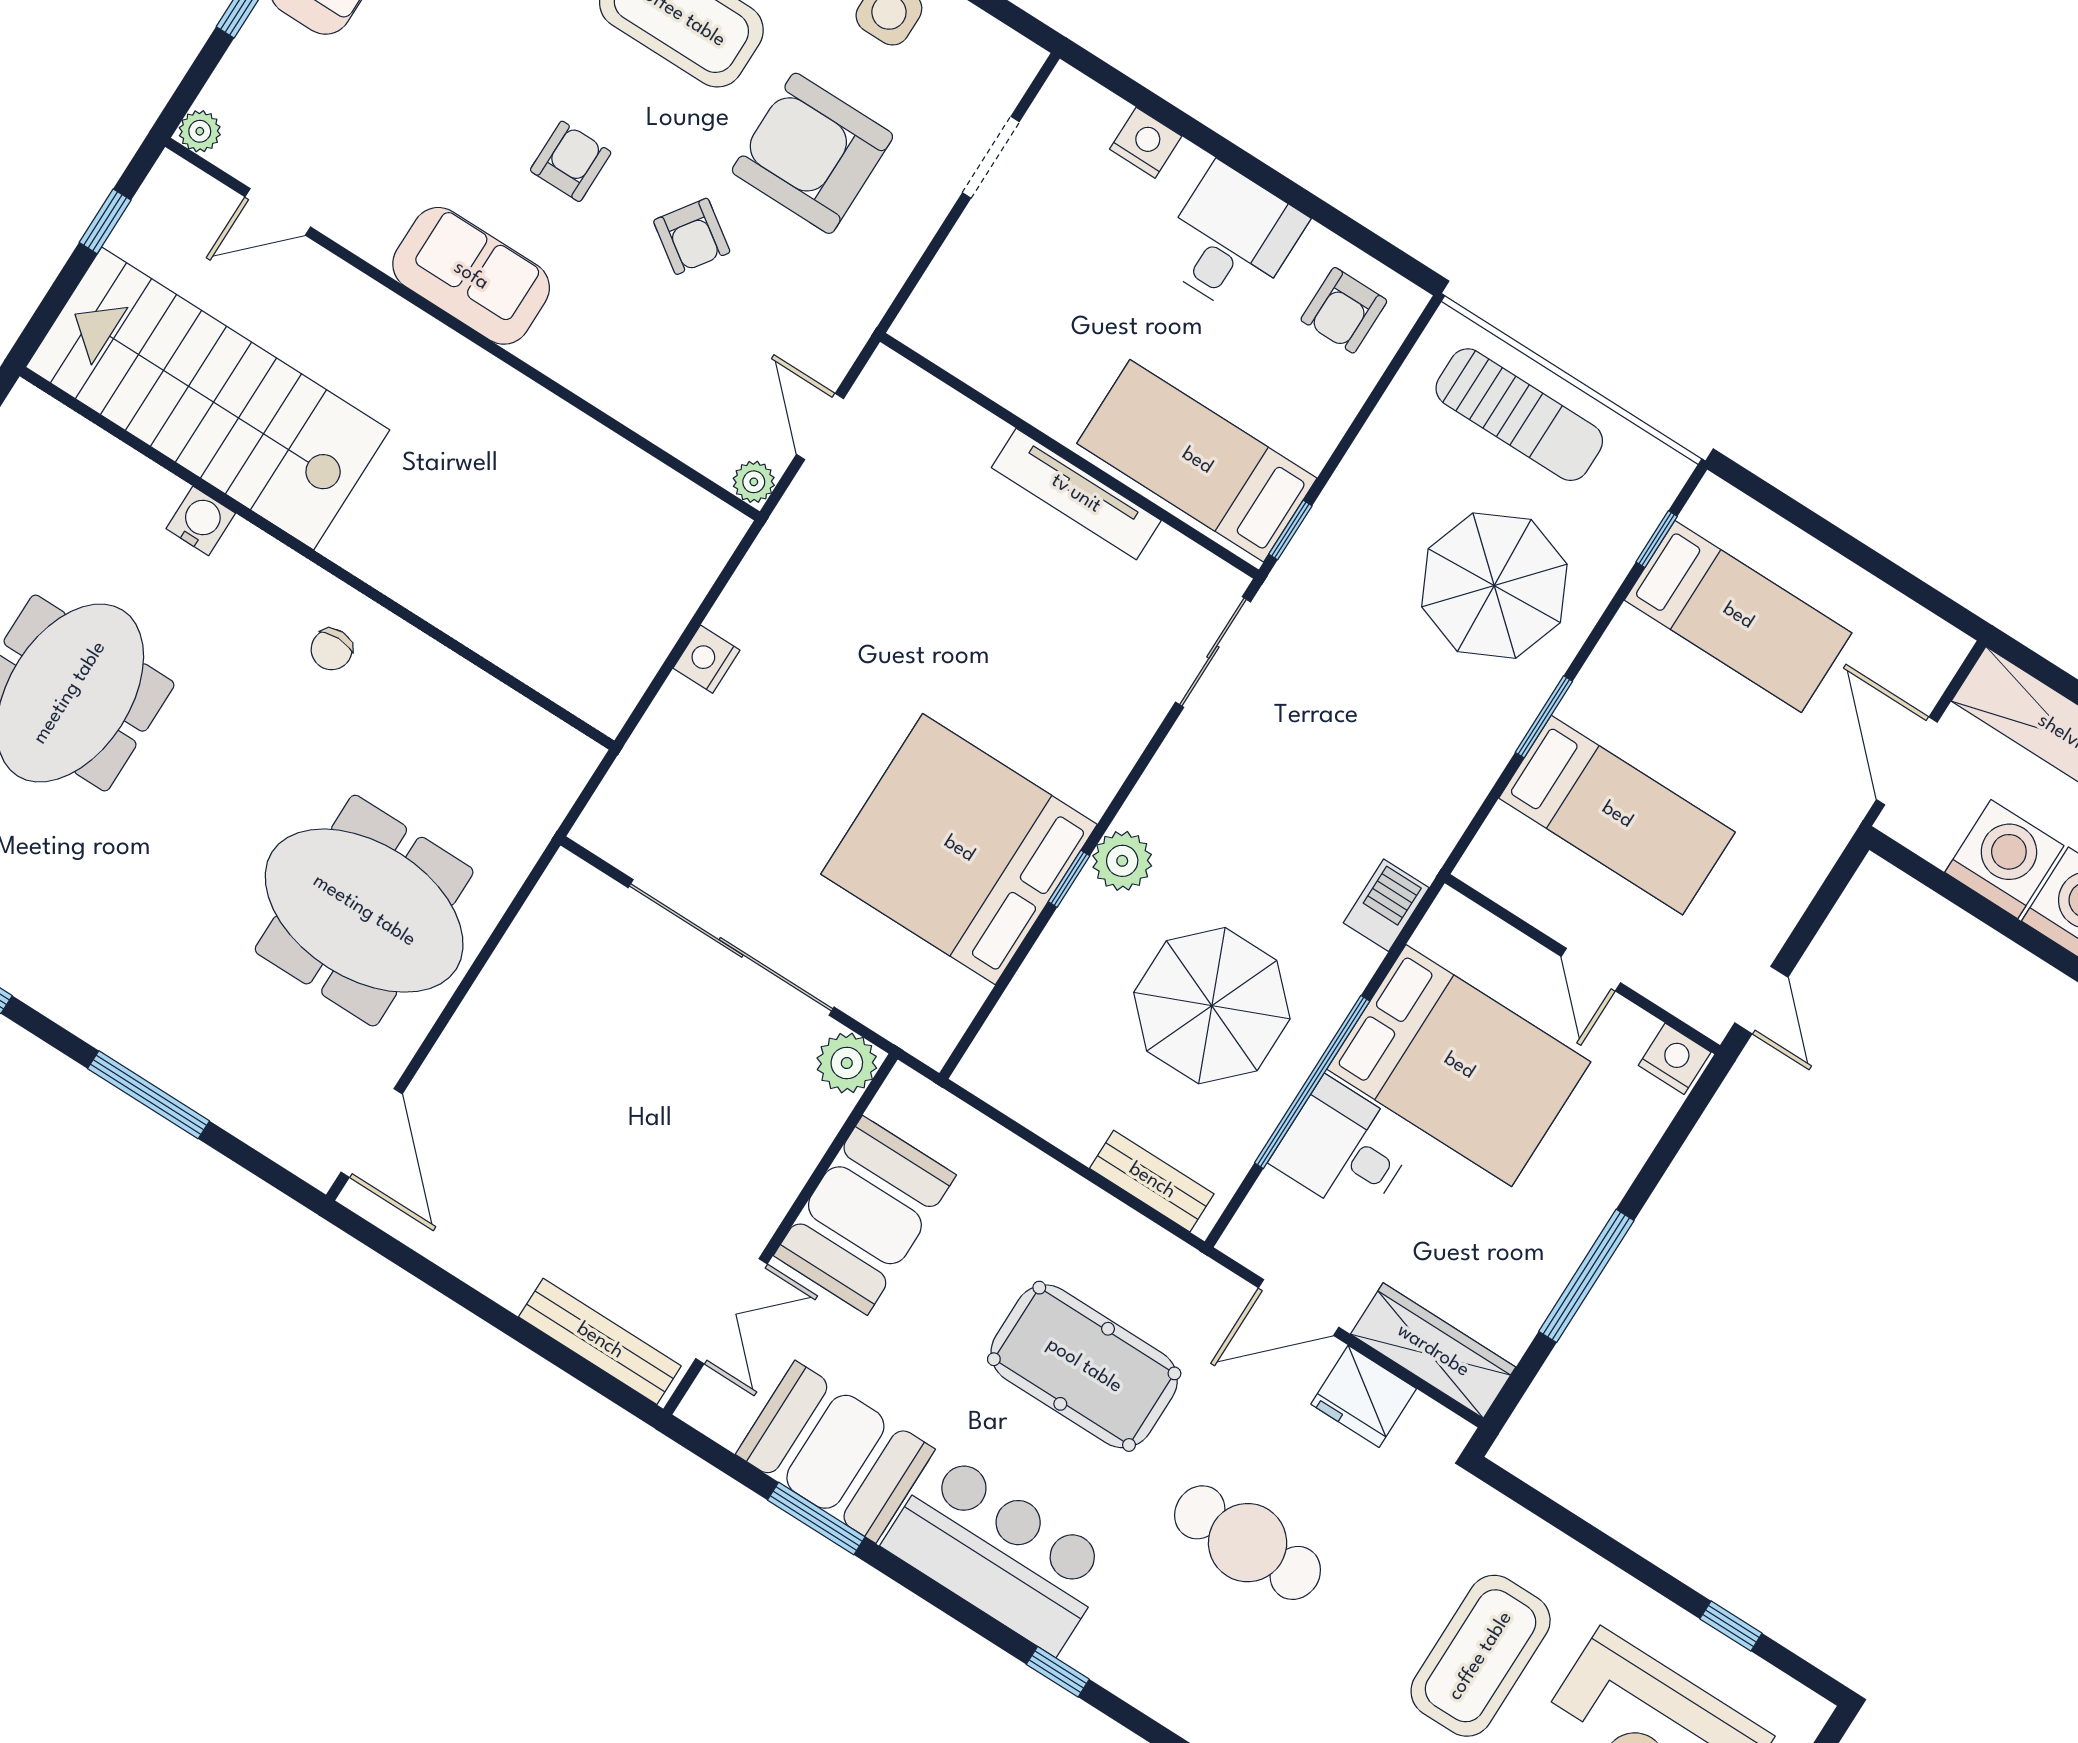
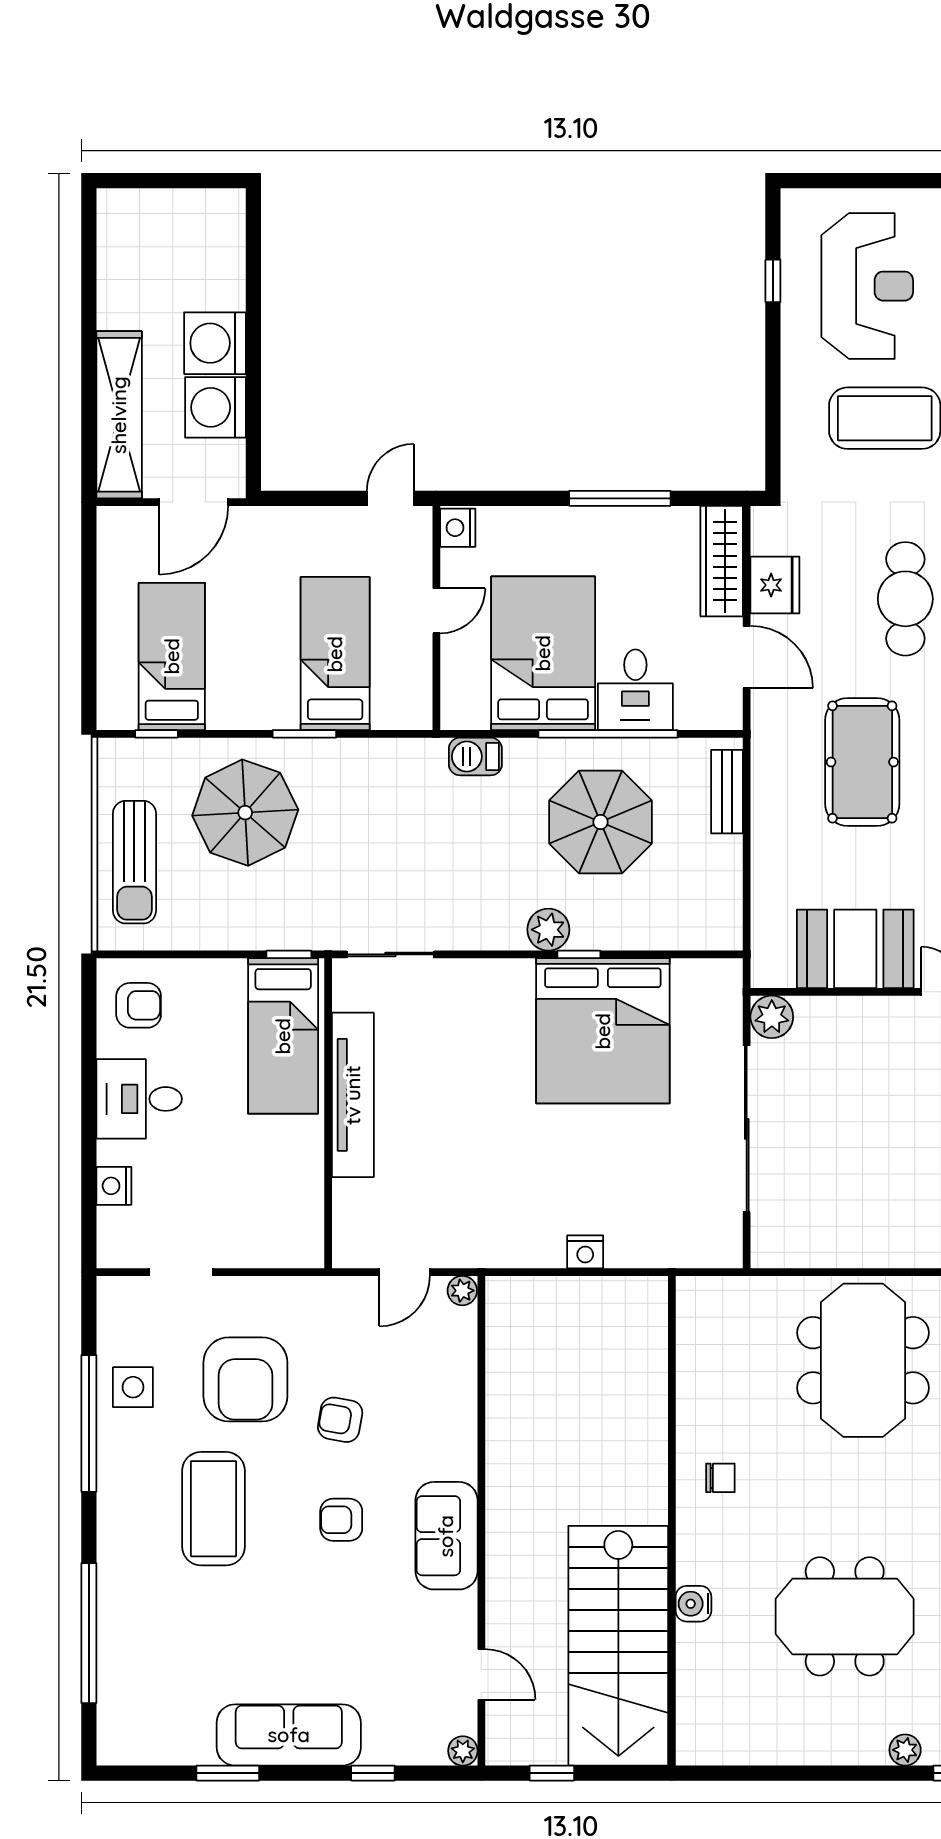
armchair: (692, 236) -> (340, 1420), turned -115
sun lounger: (1519, 415) -> (134, 862), turned 180
tv unit: (1076, 494) -> (353, 1095), width x1.36, depth x1.29

